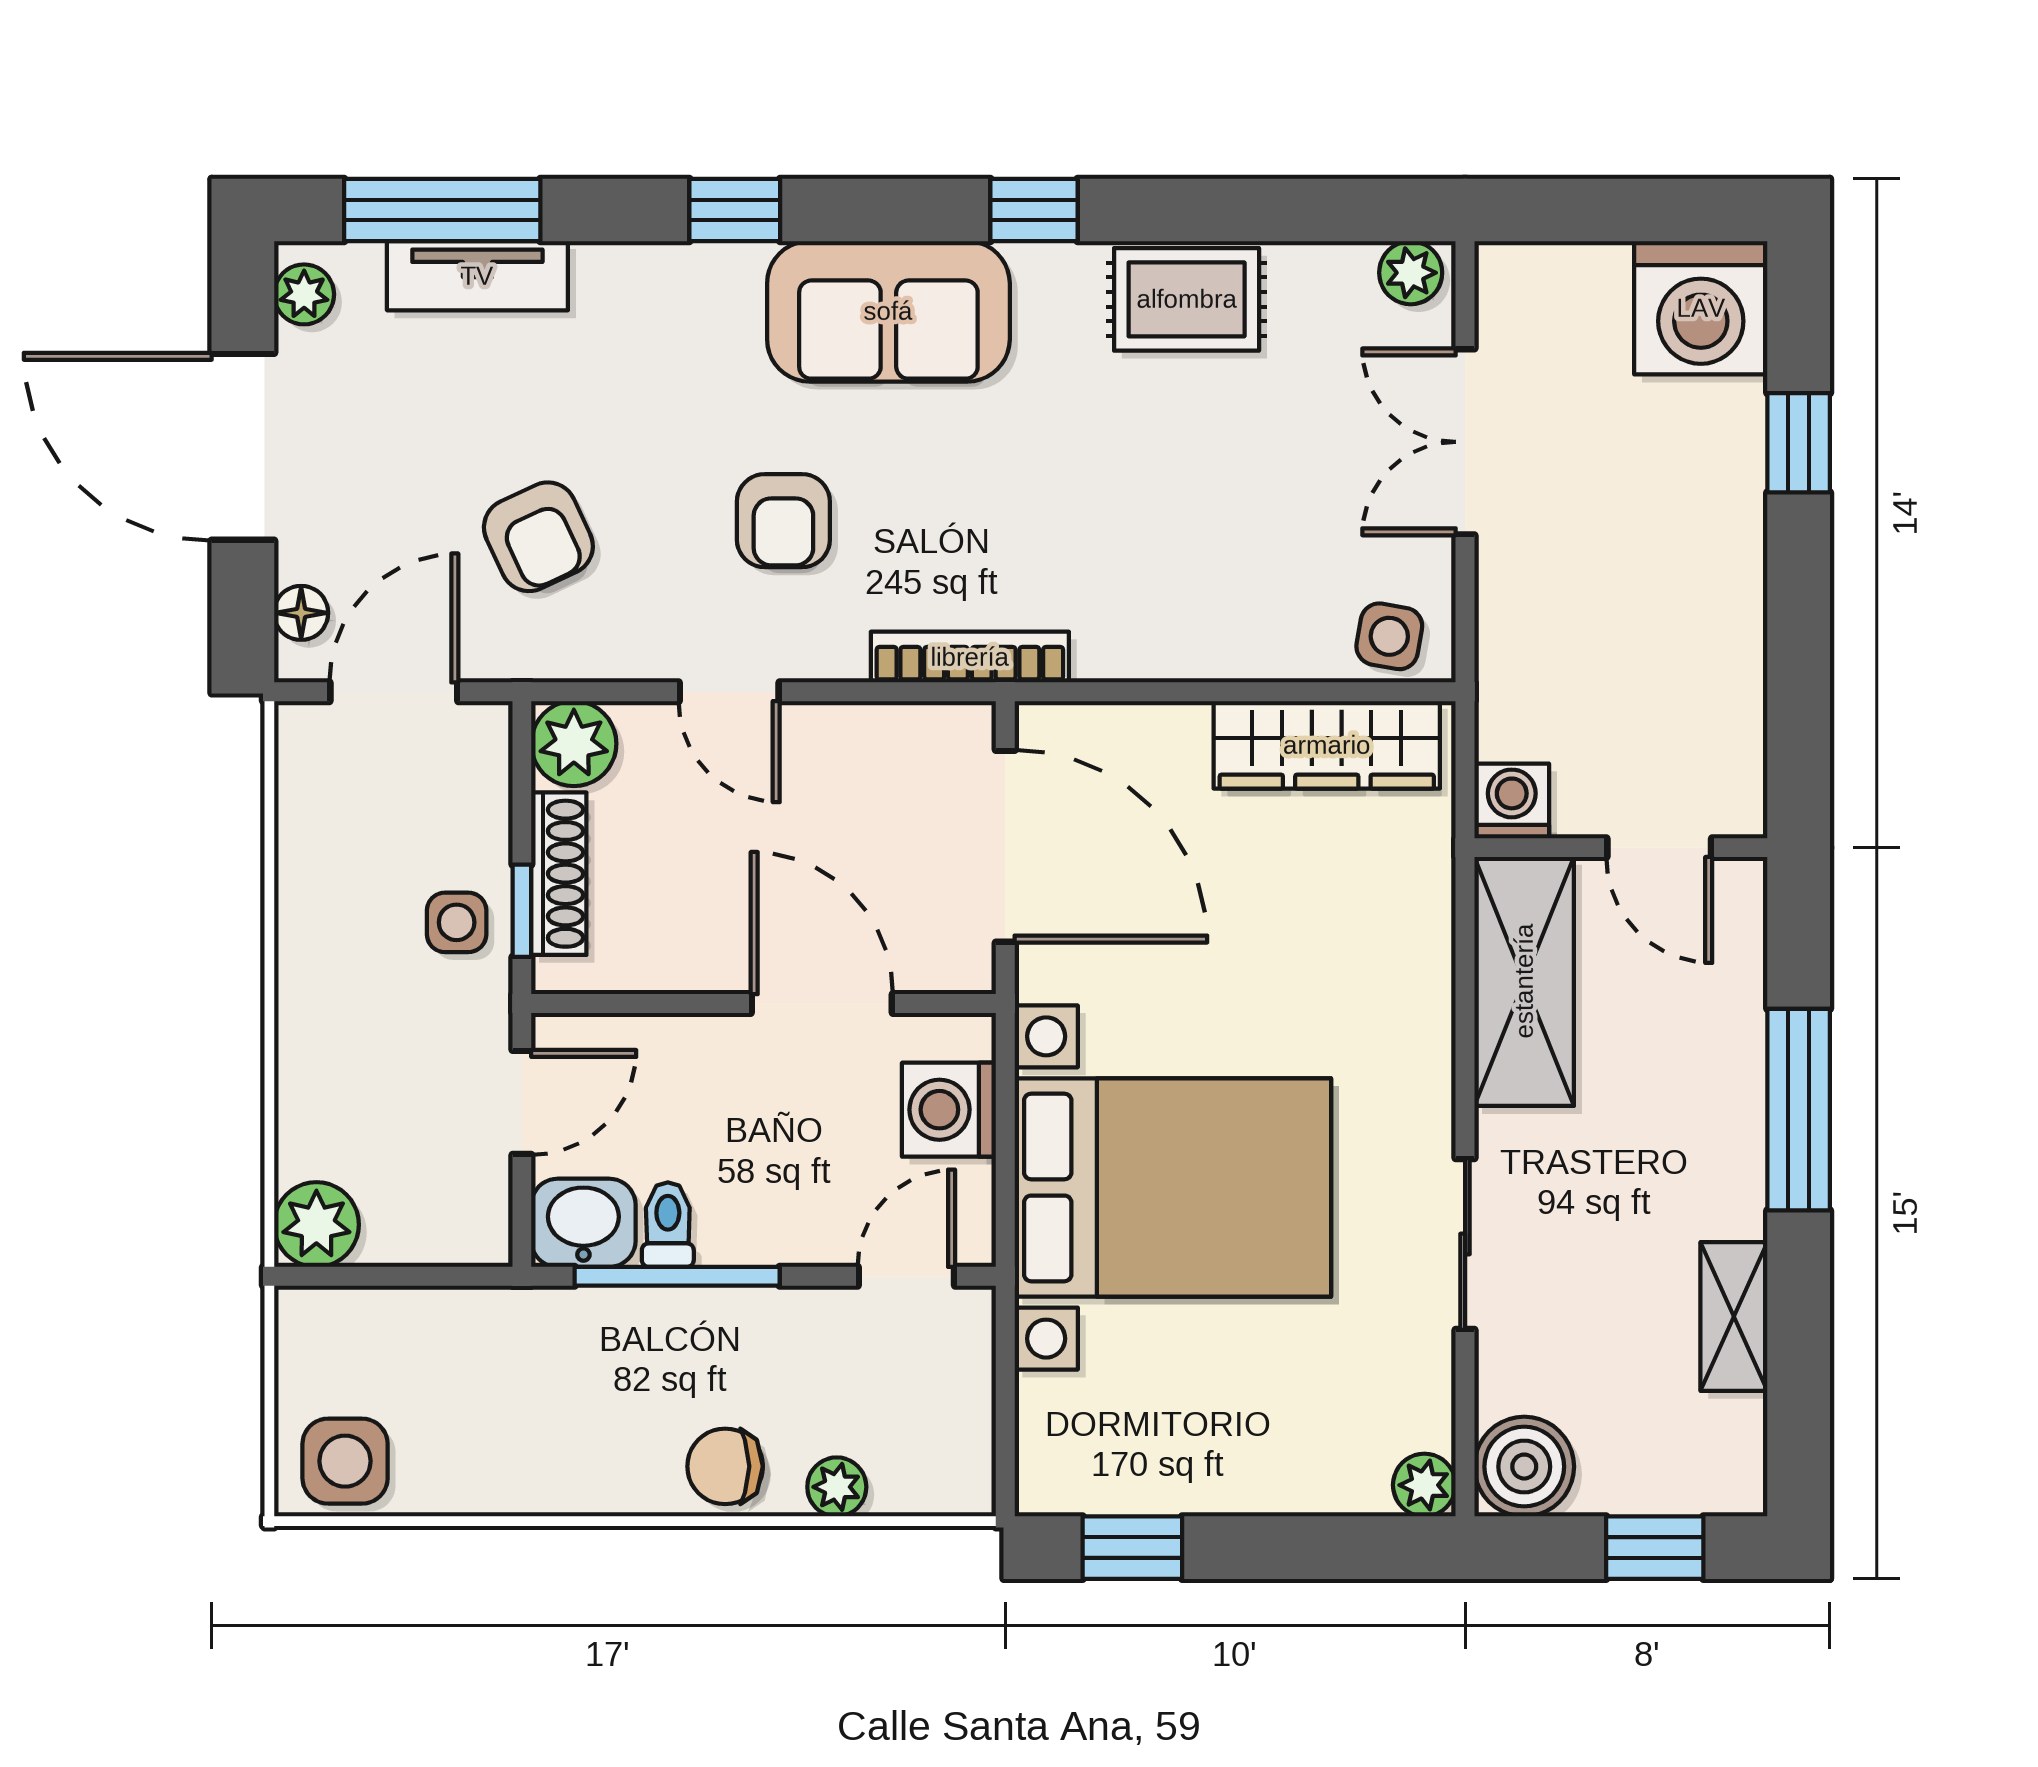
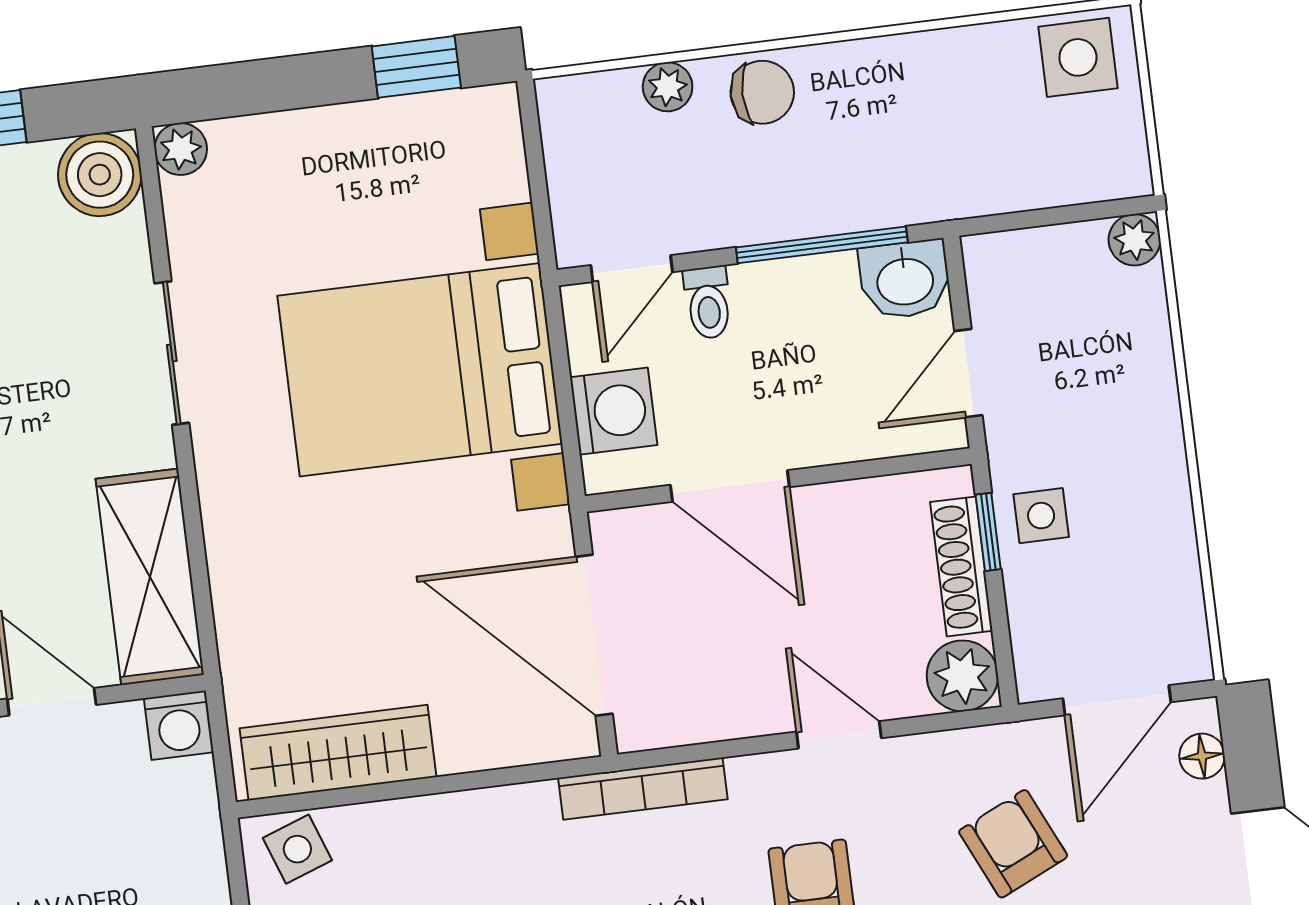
side table: (1389, 636) -> (297, 849), turned -30
plant: (316, 1225) -> (1135, 240), width x0.73, depth x0.73
toilet: (668, 1225) -> (708, 303), moved

